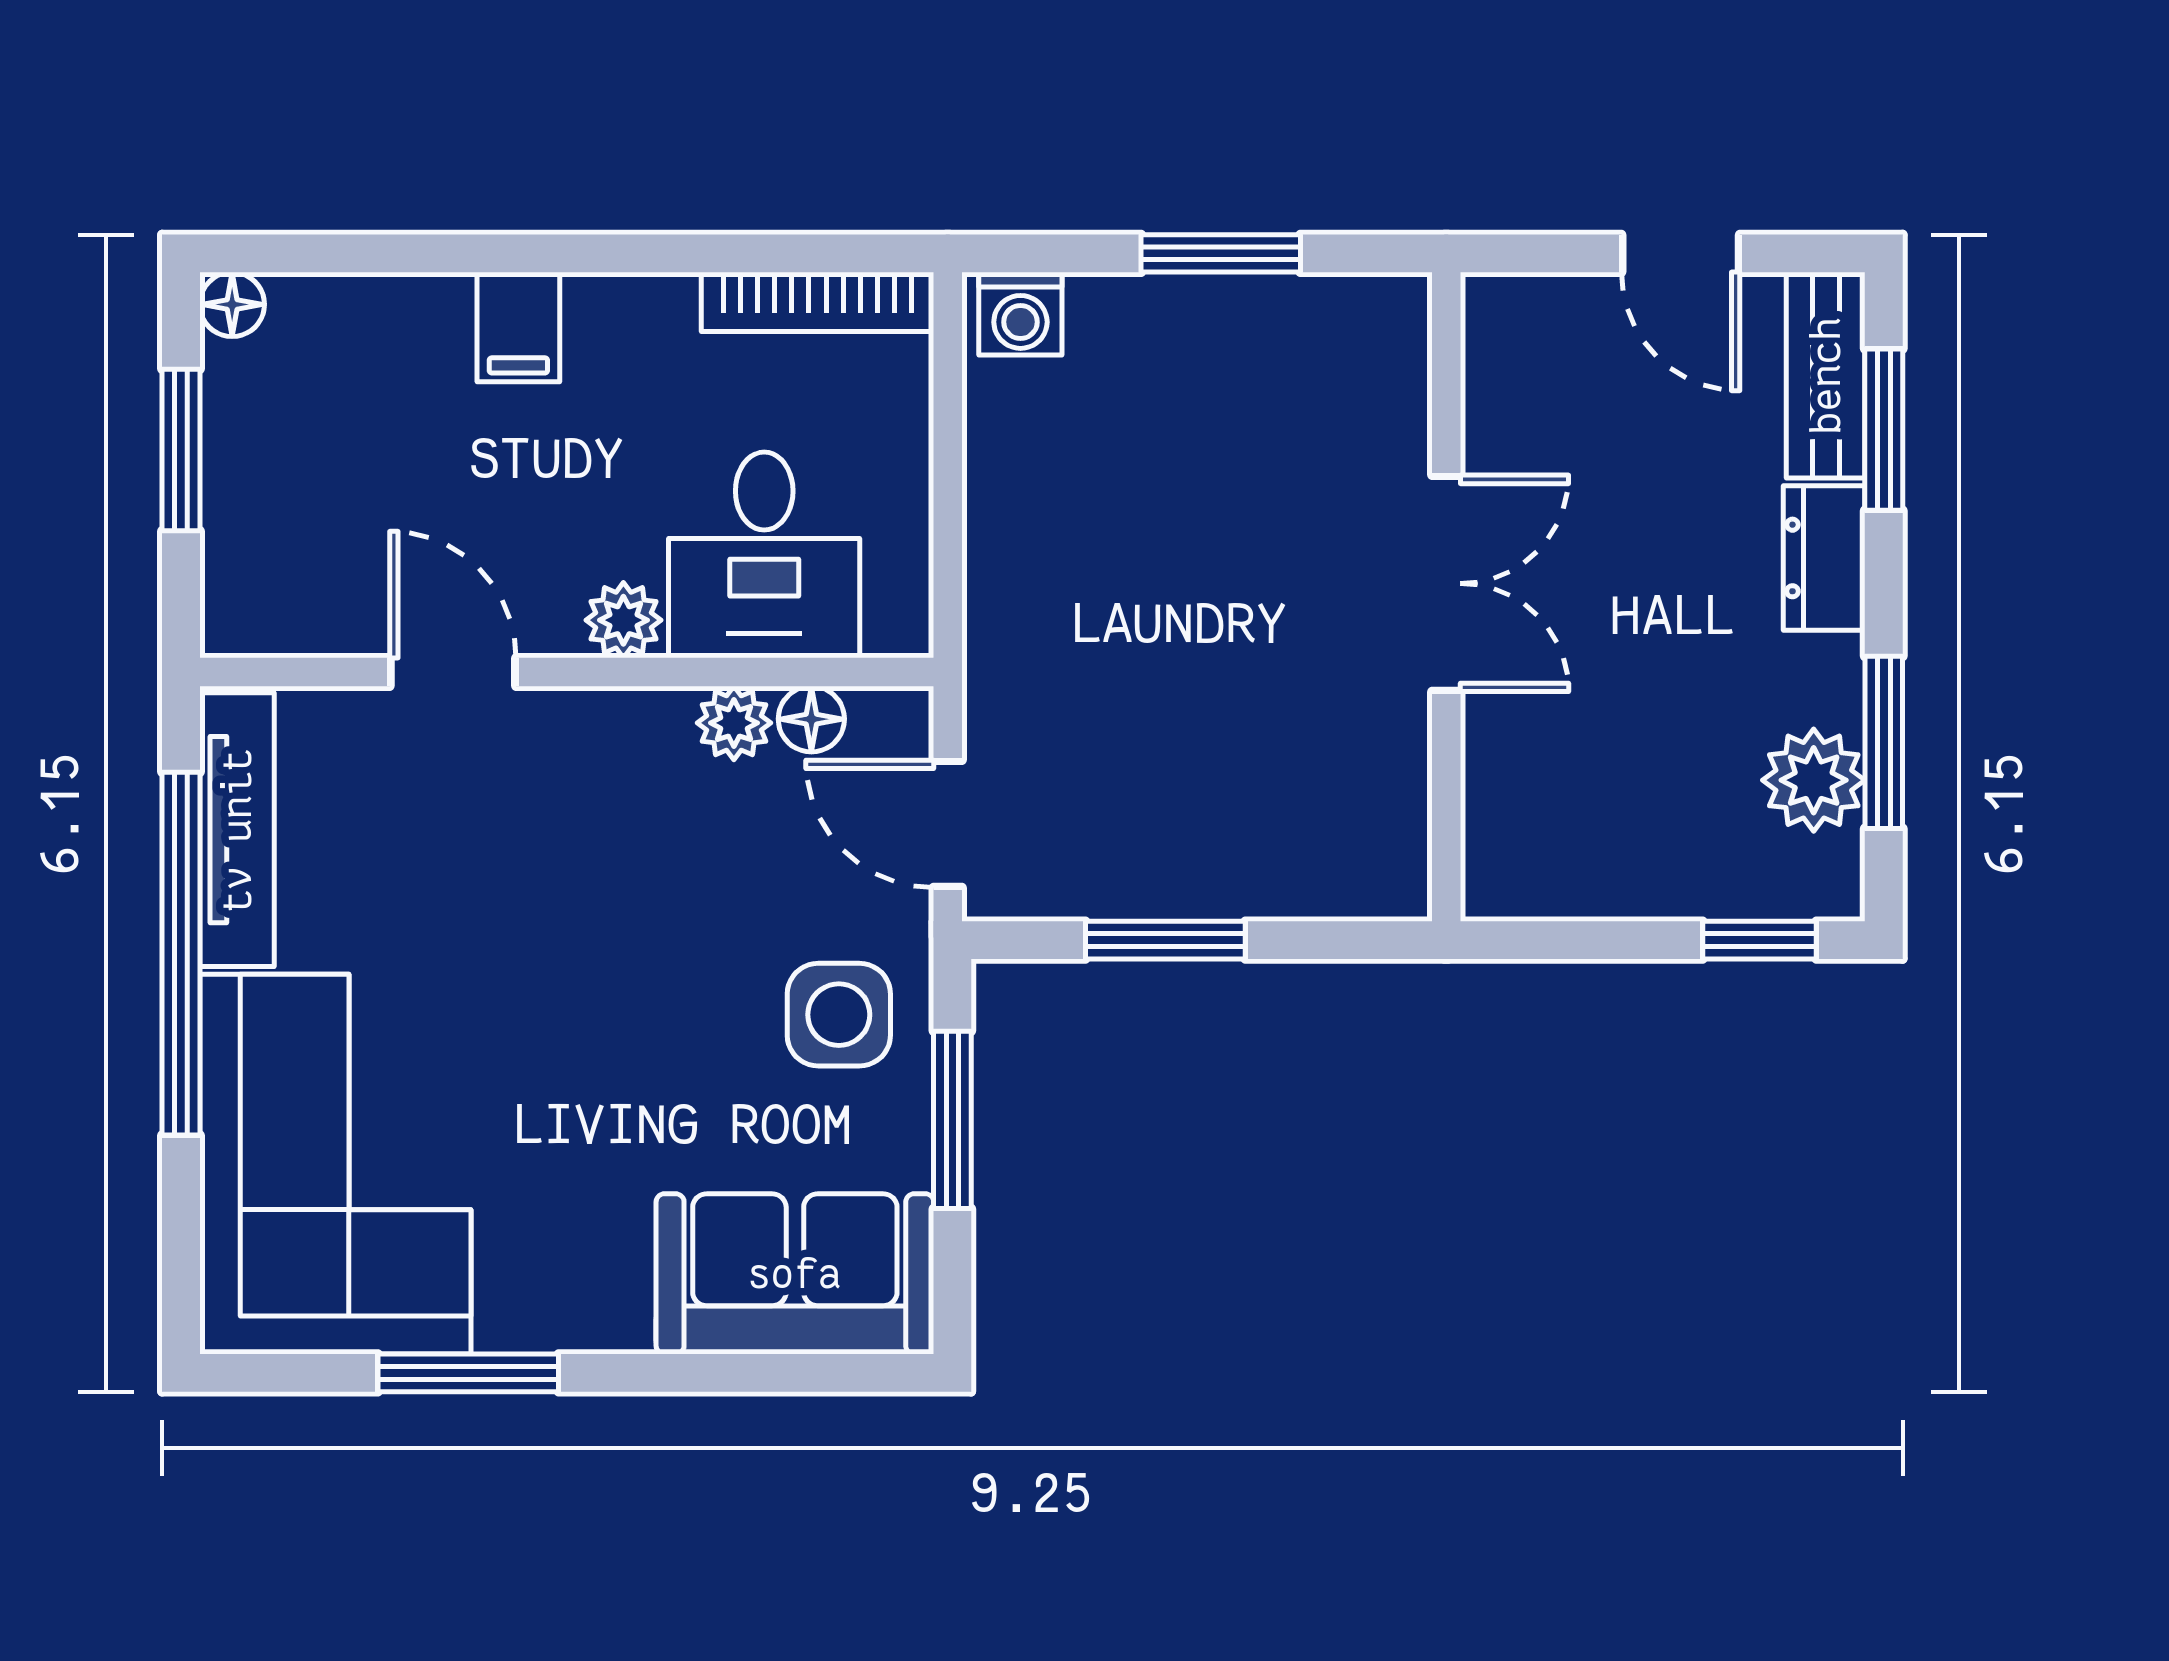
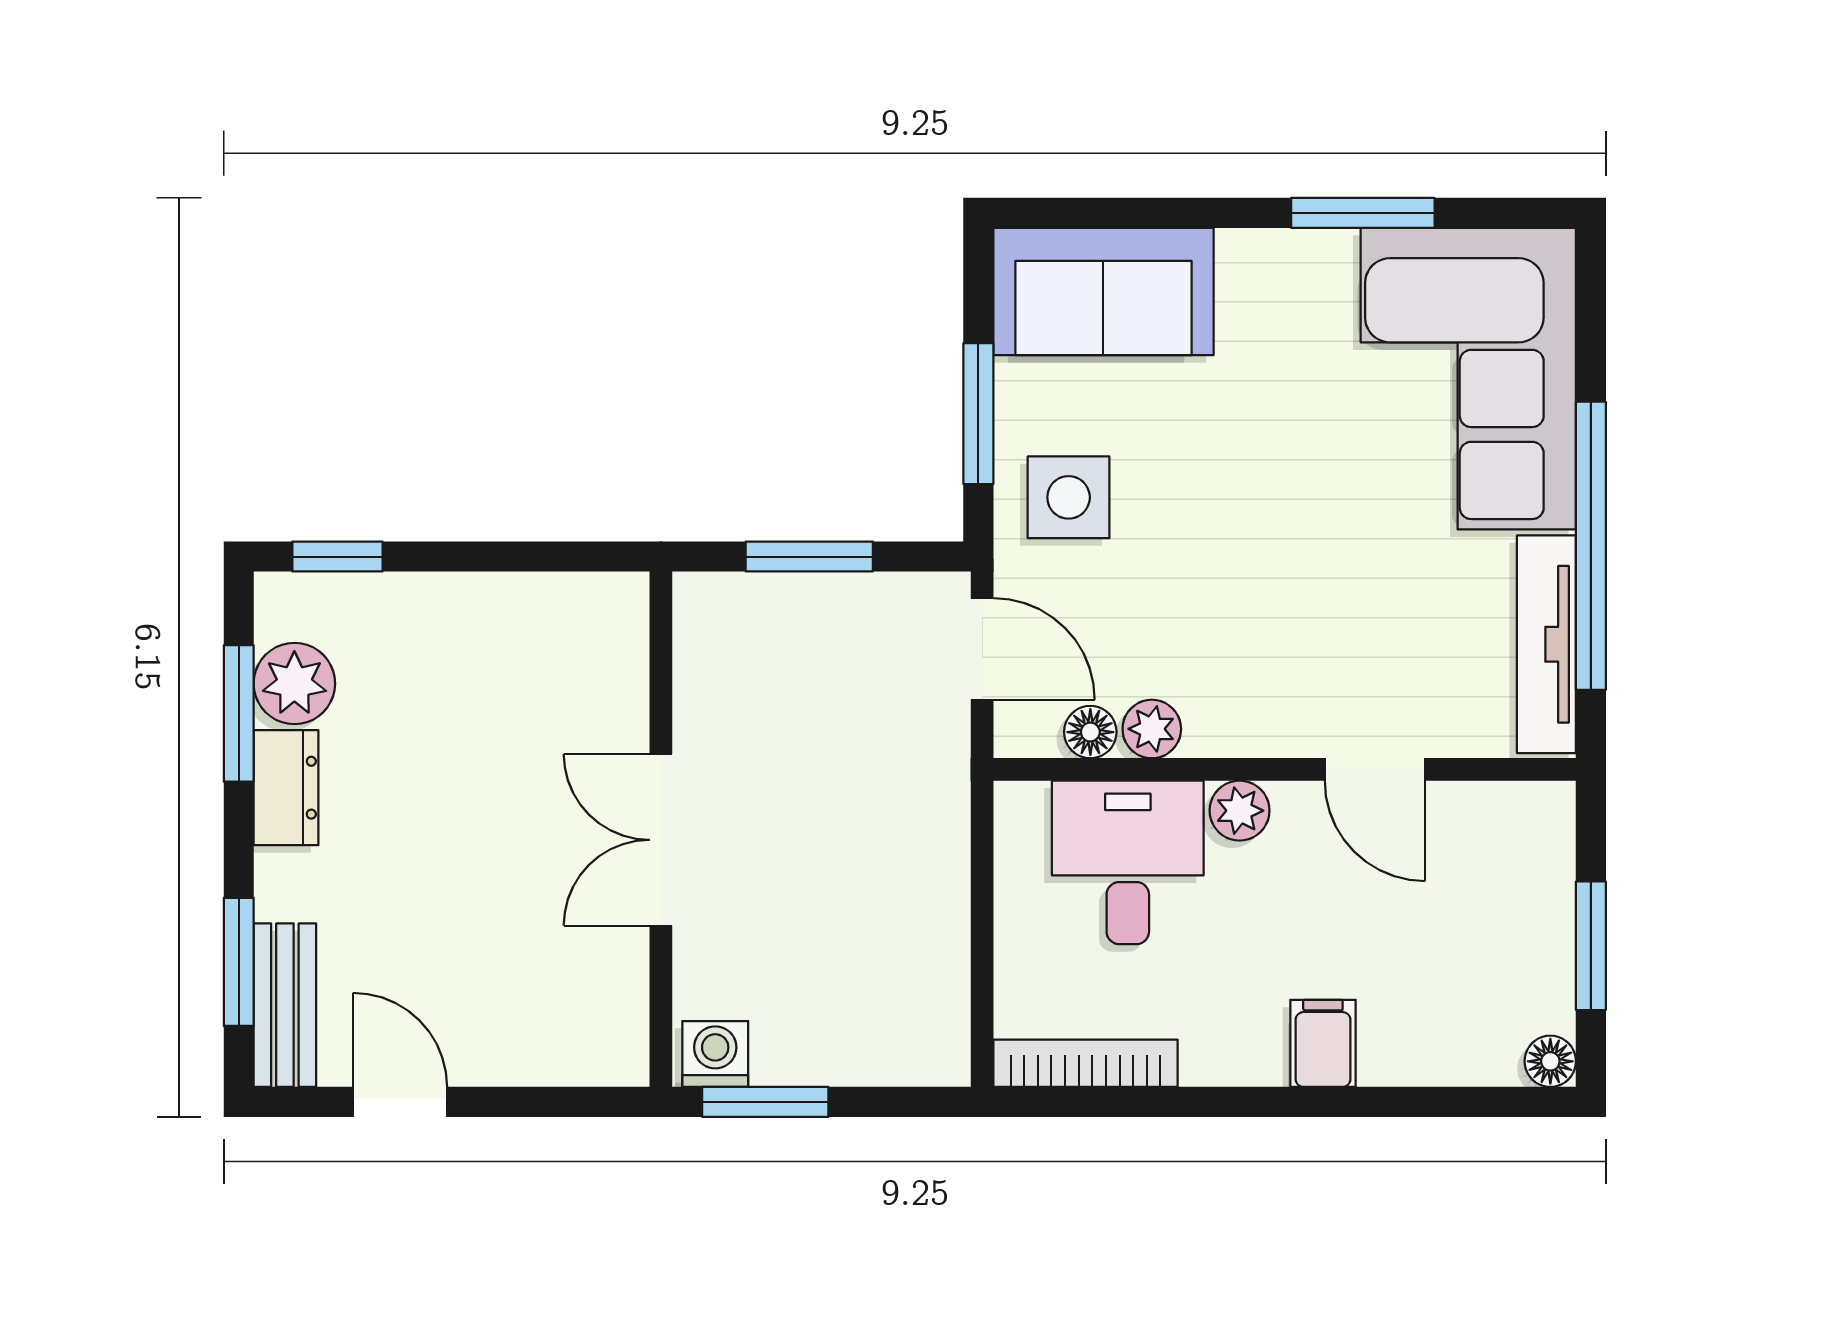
washing machine: (1020, 314) -> (715, 1054), moved
dresser: (1824, 558) -> (286, 788), moved
double door: (1446, 583) -> (661, 840), moved
wall: (1446, 597) -> (661, 829), moved

